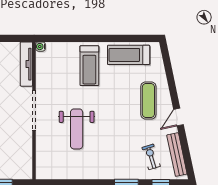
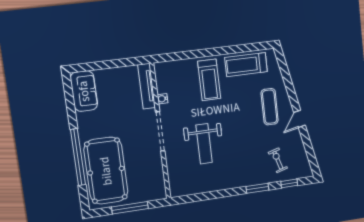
water cooler: (40, 47) -> (162, 99), moved
bench: (177, 155) -> (301, 155), removed

